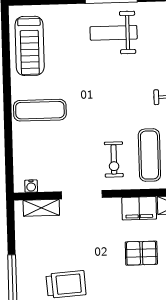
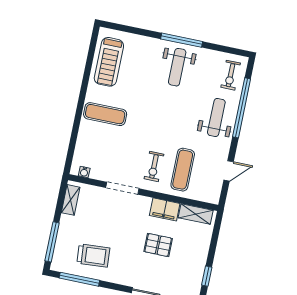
weight bench: (114, 33) -> (177, 67), turned -90
shelving: (41, 208) -> (71, 200), moved, turned 90

